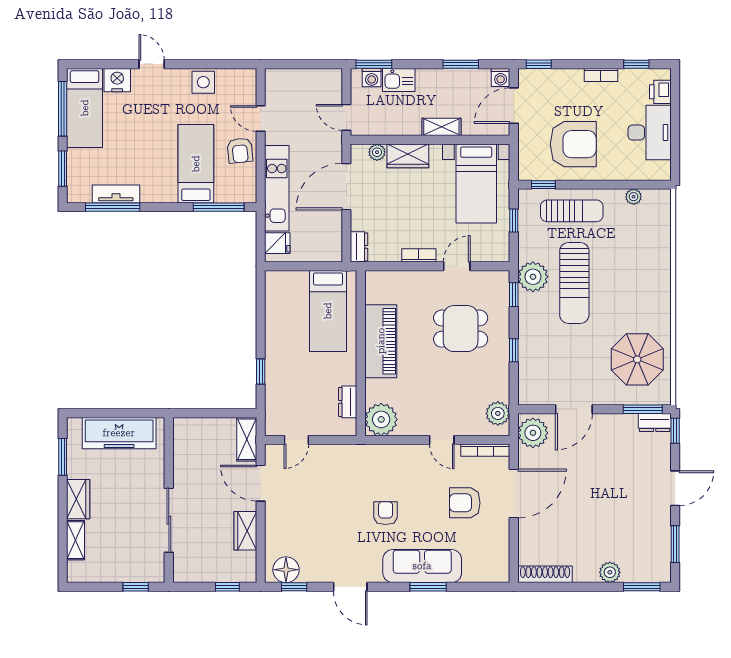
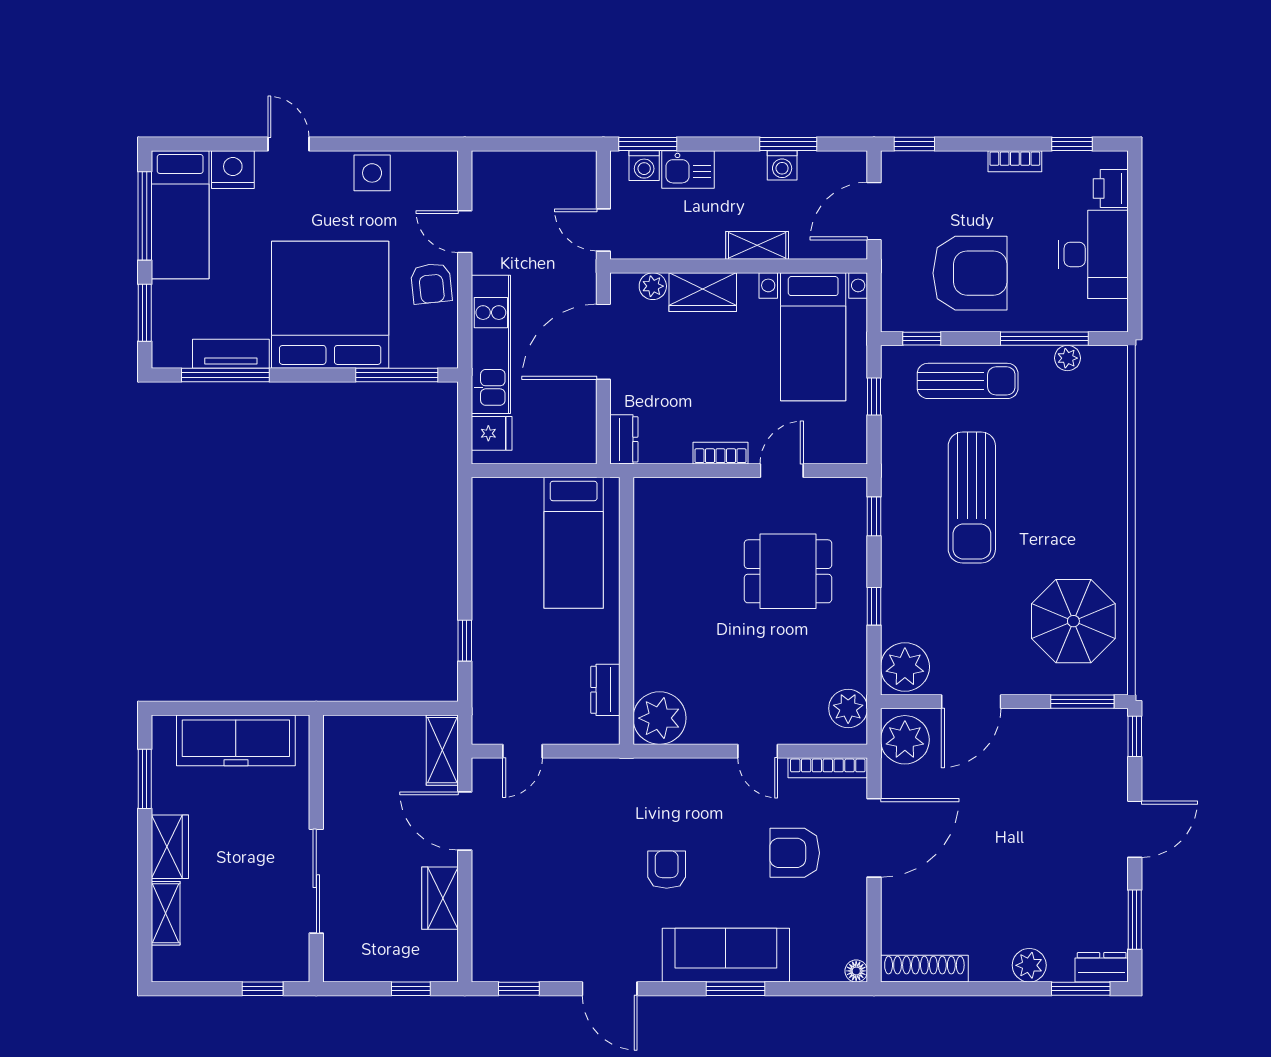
washing machine: (501, 77) -> (782, 165), moved
bed: (196, 164) -> (330, 305), width x2.04
window: (619, 185) -> (1044, 339), added
plant: (533, 277) -> (905, 667), moved
piano: (381, 341) -> (659, 592), removed
dresser: (655, 422) -> (1102, 967), moved, turned 180
floor lamp: (286, 570) -> (856, 971), moved, width x0.53, depth x0.53

